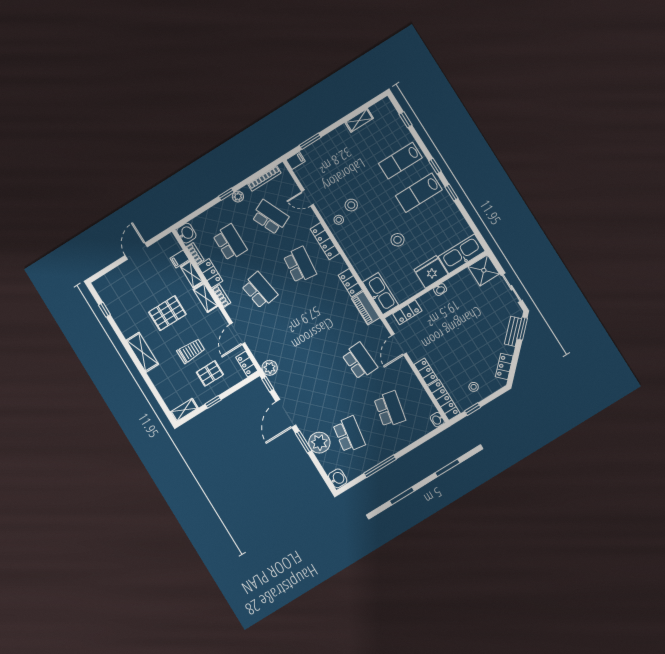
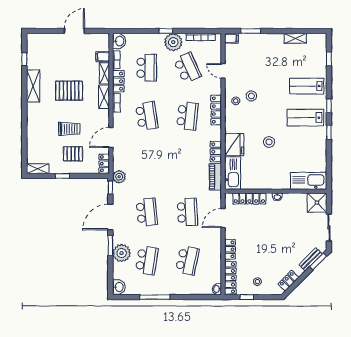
plant: (238, 197) -> (173, 42), width x1.88, depth x1.88
fridge: (431, 272) -> (234, 145), moved, turned 90
locker: (407, 312) -> (249, 199), width x1.53
shelving: (142, 352) -> (33, 86), moved
school desk: (319, 386) -> (147, 212), added

